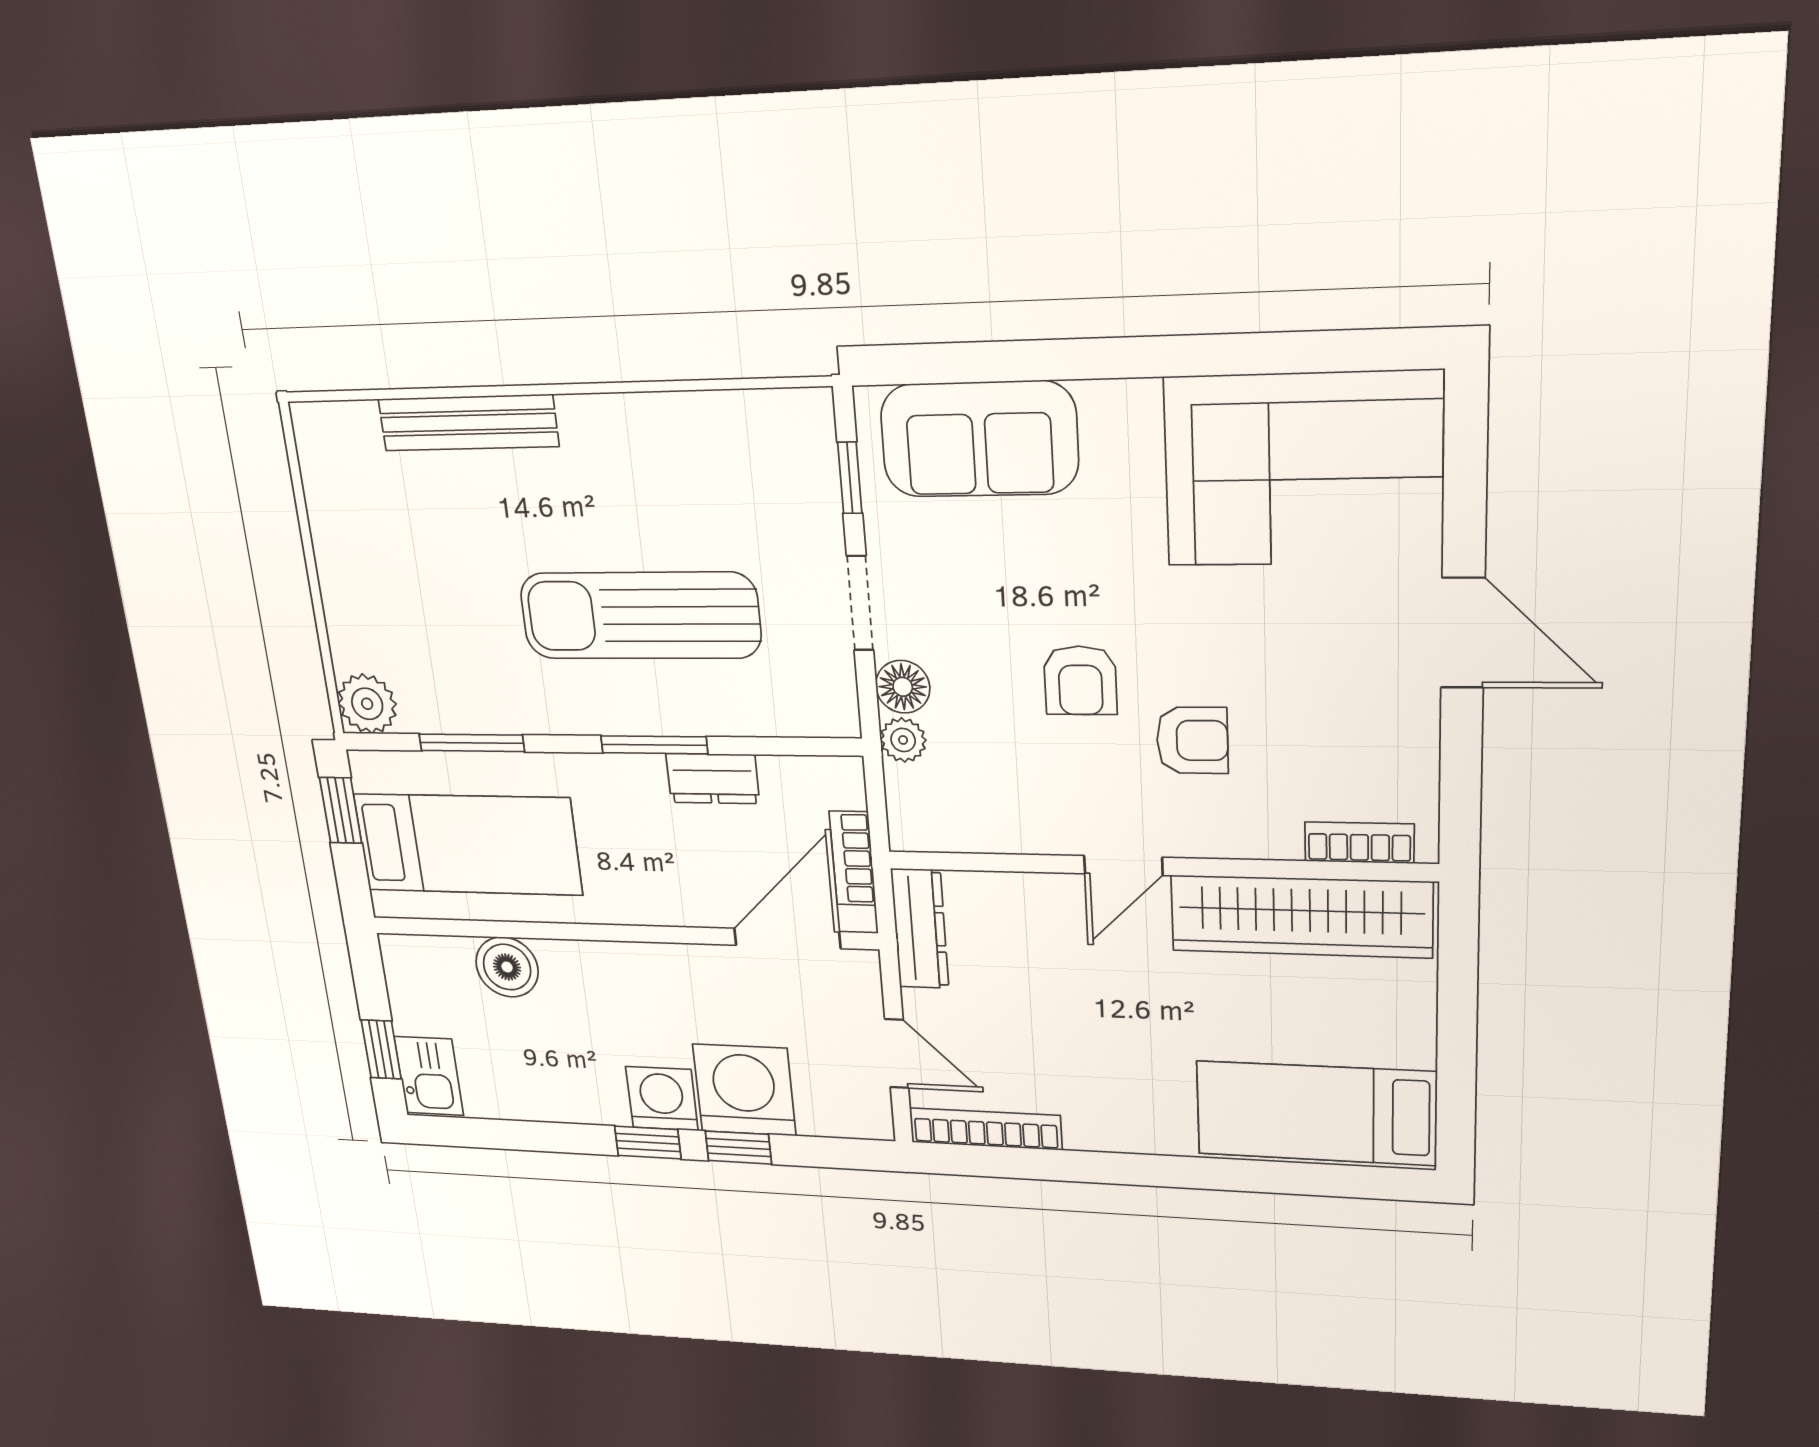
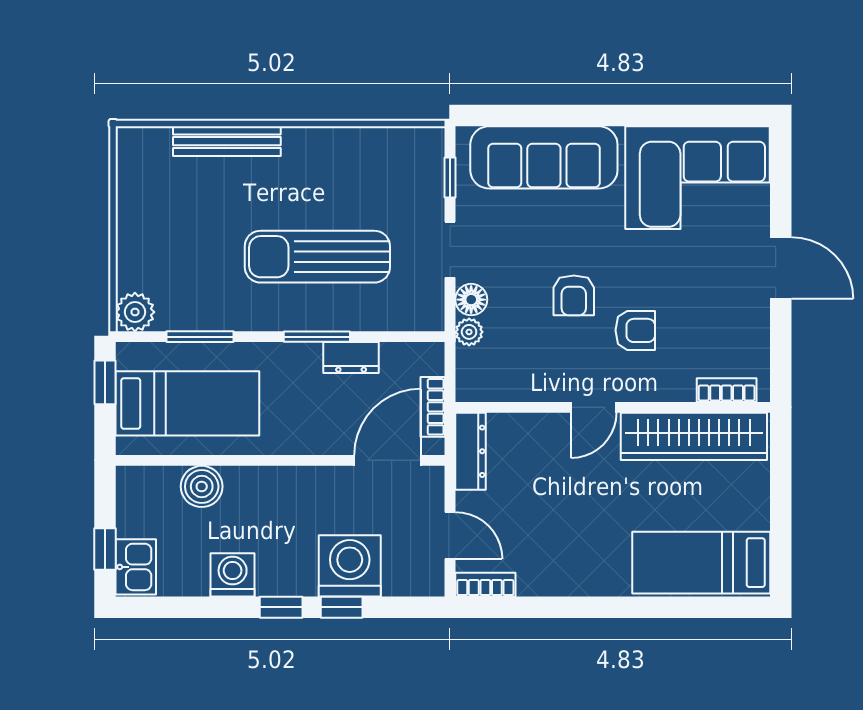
sofa: (979, 439) -> (544, 157), width x1.36
washing machine: (662, 1099) -> (233, 575), moved
bookcase: (986, 1129) -> (485, 585), width x0.64

